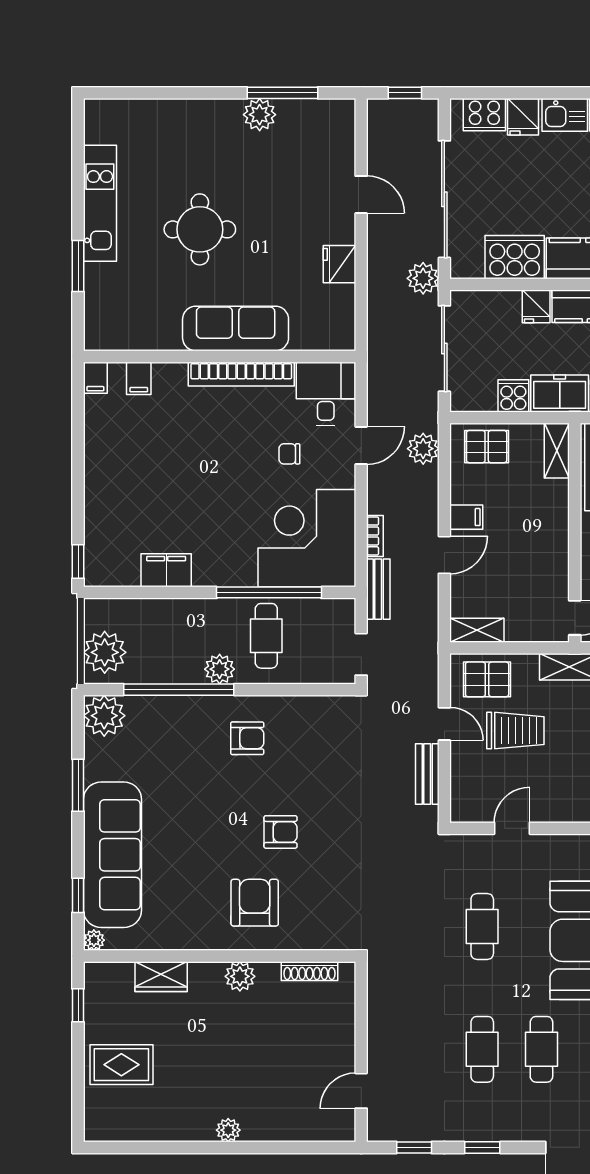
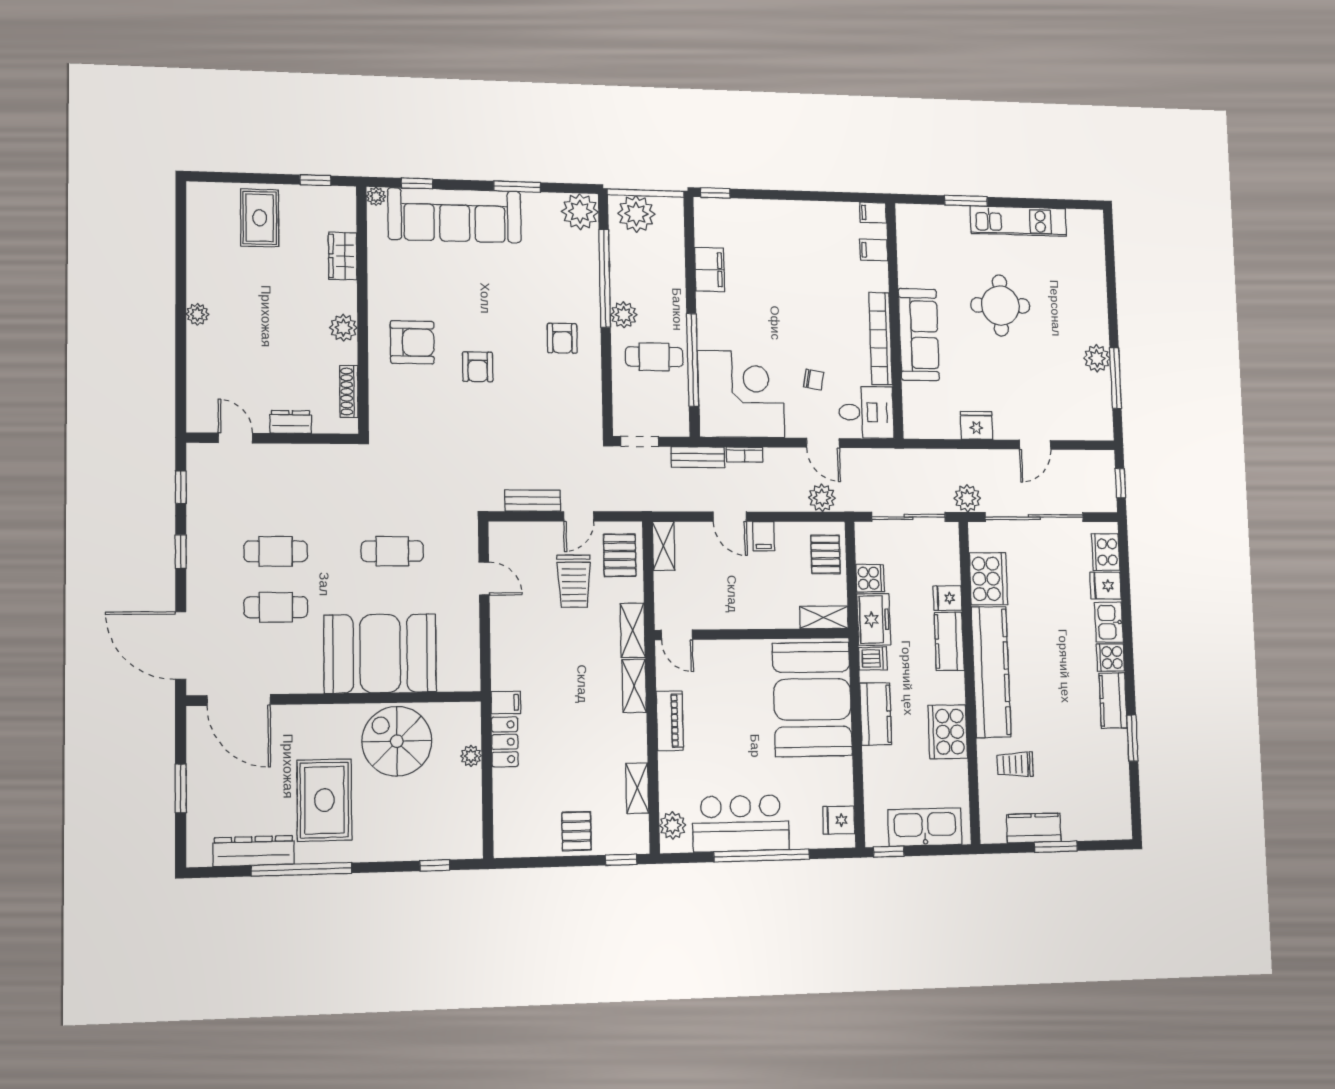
chair: (289, 454) -> (814, 380), turned 100
dresser: (343, 1033) -> (291, 422), added

